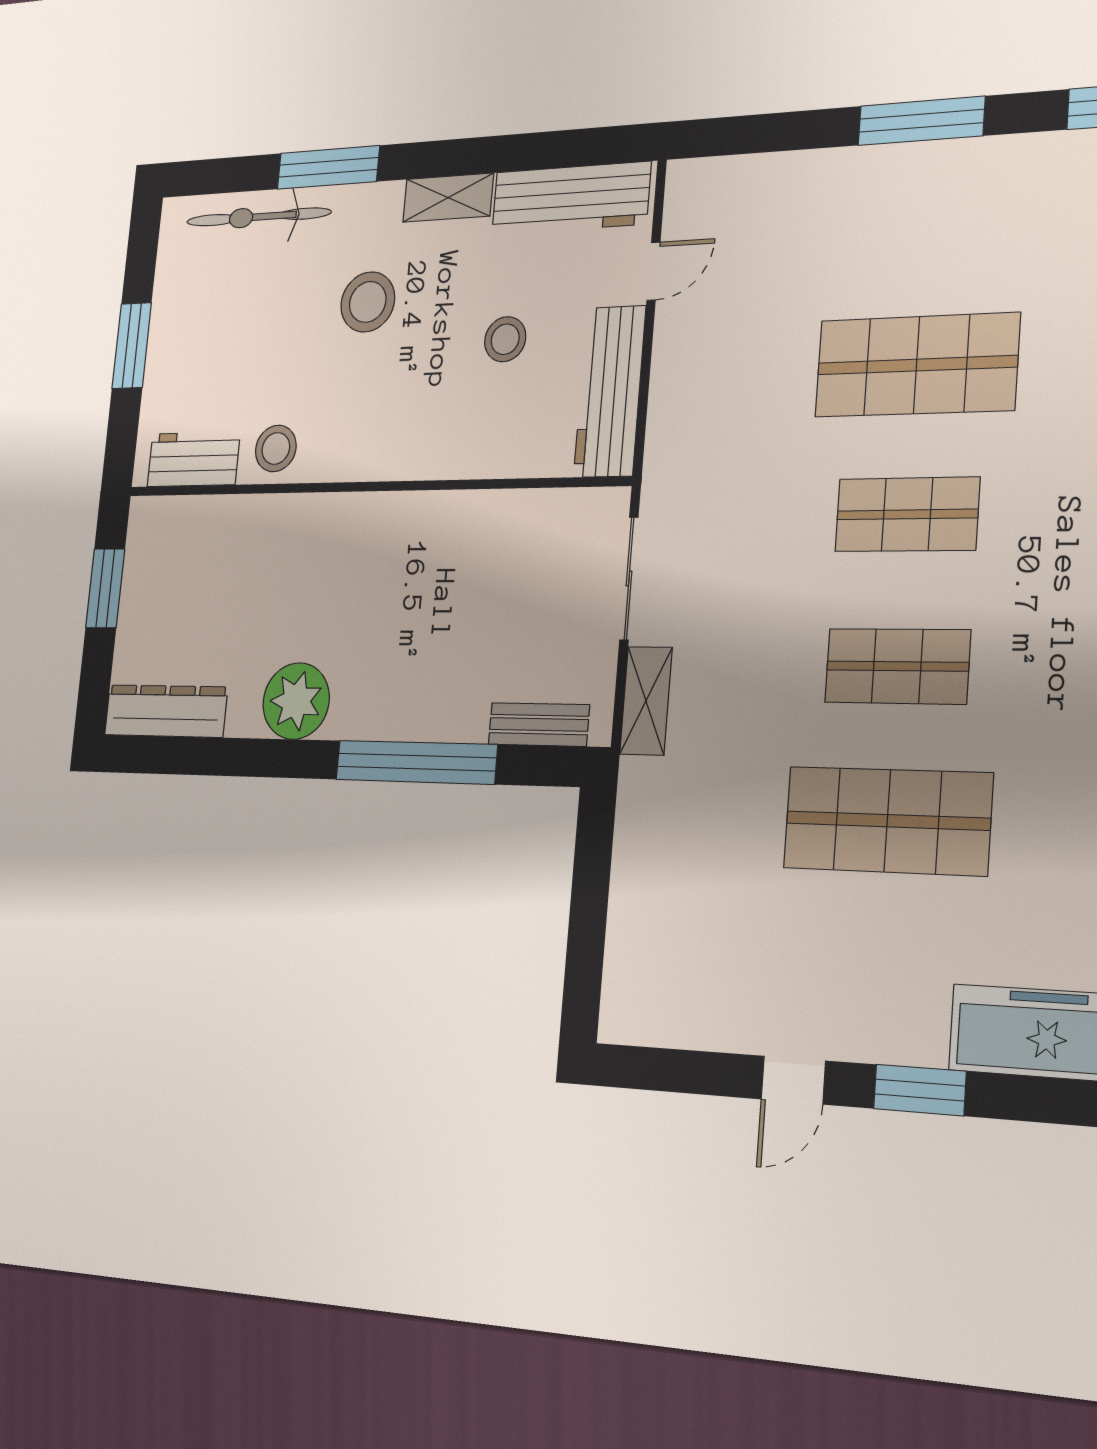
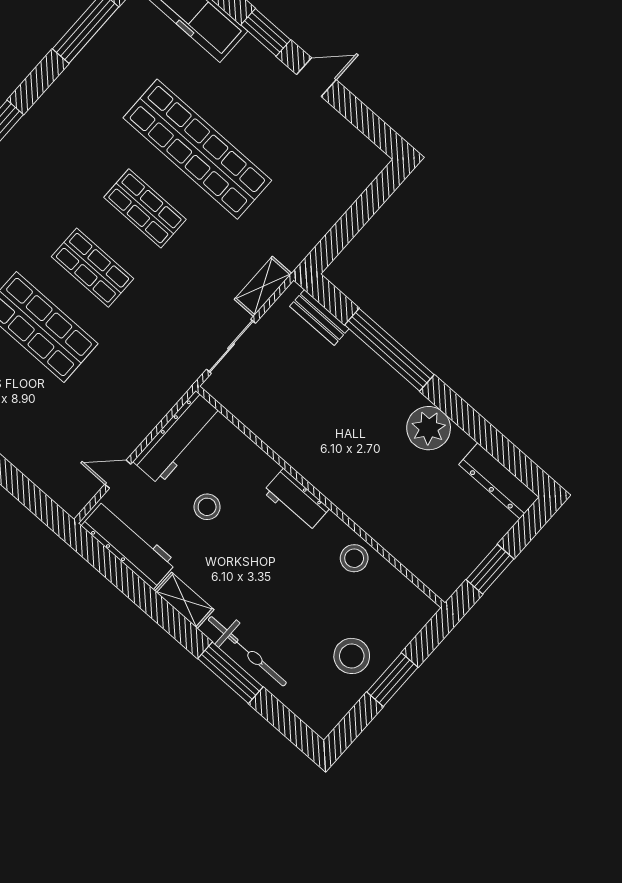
bicycle: (258, 217) -> (247, 651), moved
stool: (368, 302) -> (352, 656), moved
workbench: (194, 459) -> (296, 500), moved
shop shelf: (887, 821) -> (197, 149), width x1.40

